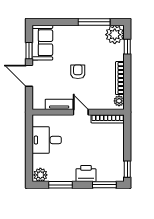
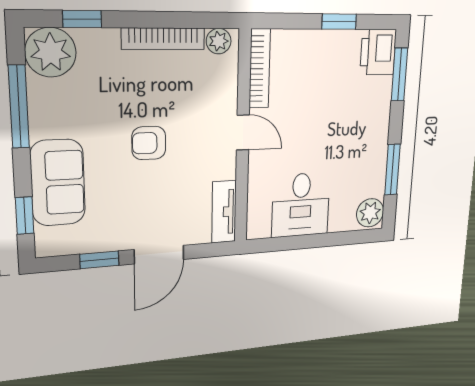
window: (50, 22) -> (25, 216), added
sofa: (42, 43) -> (58, 183), moved, turned 90
tv unit: (59, 104) -> (224, 212), moved
door: (81, 112) -> (243, 132), swing flipped
window: (127, 169) -> (339, 22), moved
printer: (86, 174) -> (378, 52), moved

